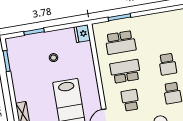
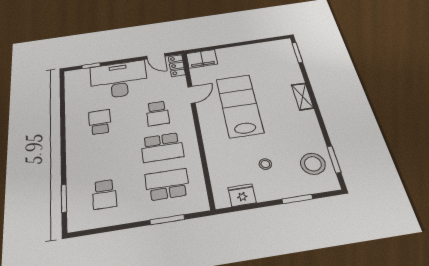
fridge: (82, 34) -> (242, 195), moved, turned -90
stool: (21, 58) -> (313, 164), added
school desk: (168, 64) -> (104, 194), moved, turned 180

